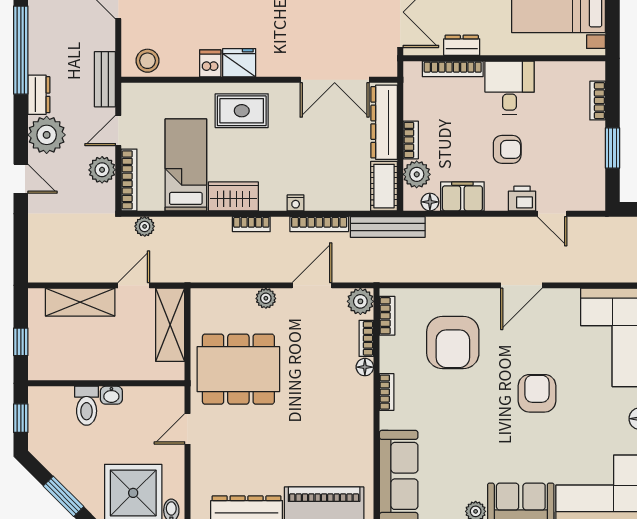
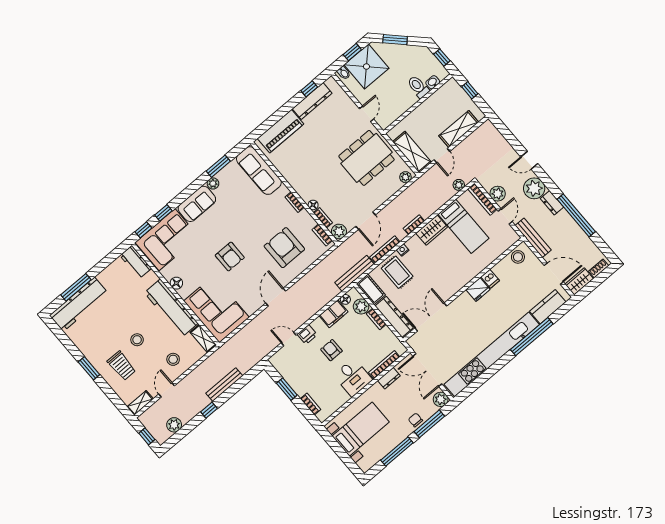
bench: (105, 79) -> (533, 238), width x1.36
rug: (242, 111) -> (397, 272), moved, turned 90
armchair: (507, 149) -> (331, 350), turned 90
plant: (266, 298) -> (405, 177), moved
washbasin: (111, 395) -> (433, 82), moved

